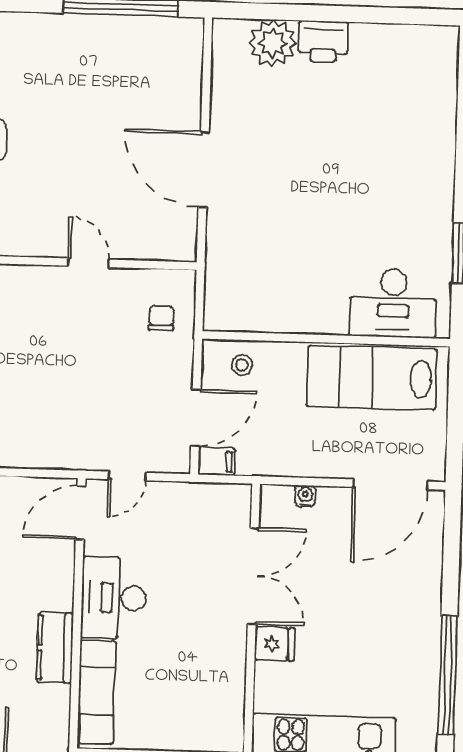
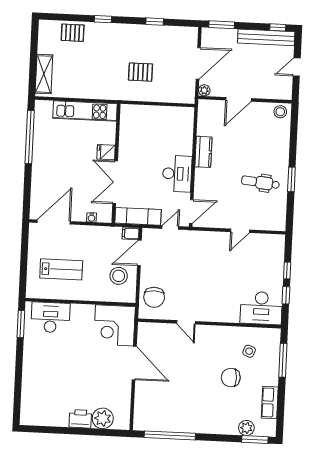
corner desk: (249, 253) -> (115, 325), added
desk: (393, 303) -> (50, 317), moved
chair: (161, 318) -> (154, 297), width x1.87, depth x1.87
wall: (326, 339) -> (80, 302), moved
stool: (242, 365) -> (119, 276), width x1.89, depth x1.89
lab bench: (372, 378) -> (61, 269), width x0.73, depth x0.72
exam couch: (97, 692) -> (138, 216), moved, turned 90

